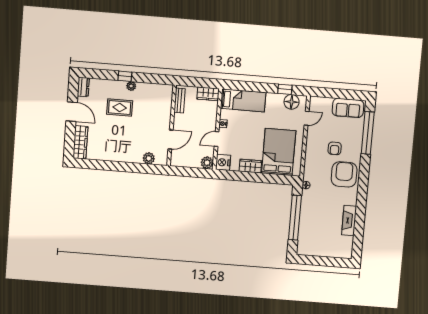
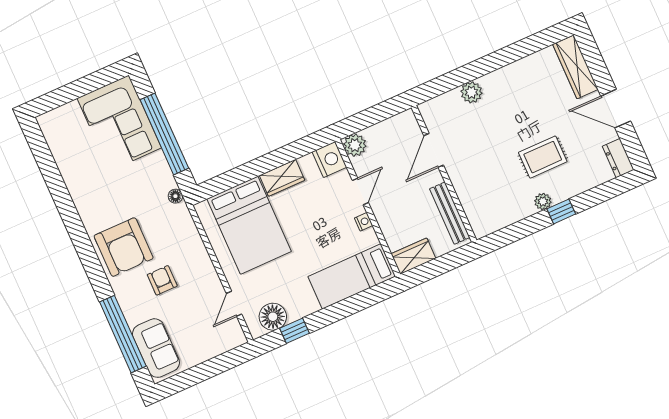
bench: (180, 101) -> (450, 213), width x1.36
sofa: (348, 108) -> (156, 348), moved, turned 90
plant: (149, 158) -> (471, 92), moved
fireplace: (349, 221) -> (74, 177), removed
corner sofa: (313, 234) -> (119, 123), added

